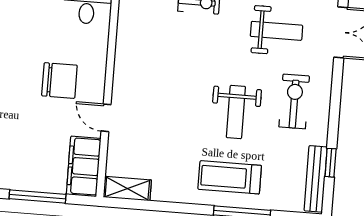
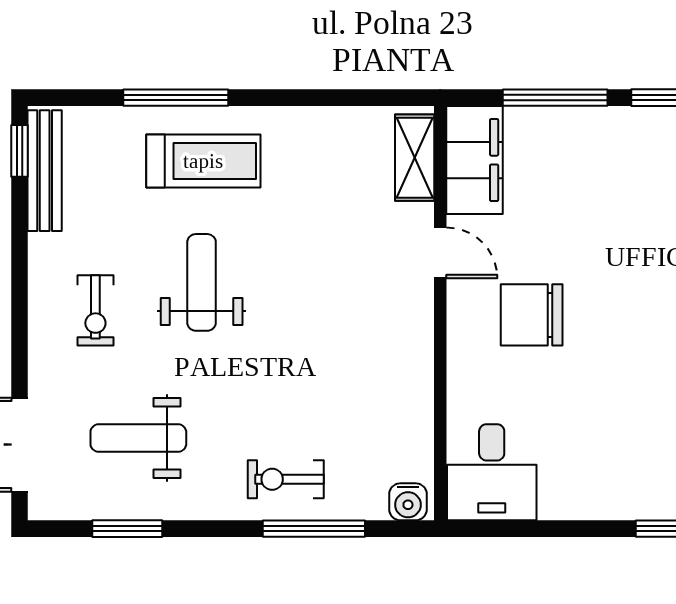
exercise bike: (294, 101) -> (95, 310), width x0.73, depth x0.72
window: (331, 163) -> (20, 151), moved
shelving: (127, 189) -> (415, 158), moved, turned 90

